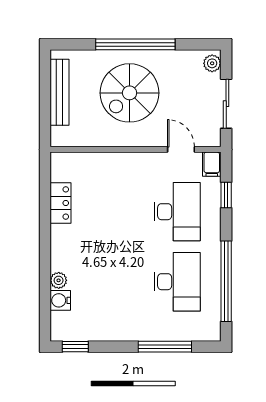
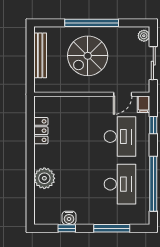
door: (181, 149) -> (123, 94), swing flipped
plant: (59, 280) -> (44, 178), width x1.88, depth x1.88
water cooler: (60, 300) -> (69, 218), moved, turned -90
window: (75, 347) -> (67, 228), moved

